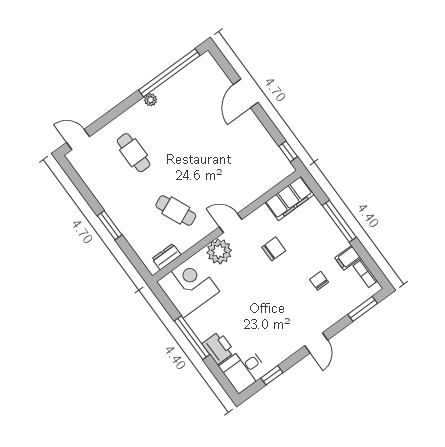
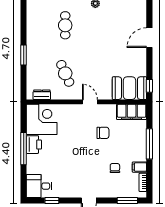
booth: (266, 172) -> (129, 88), added
plant: (219, 251) -> (72, 113), removed
printer: (218, 348) -> (34, 145), moved

